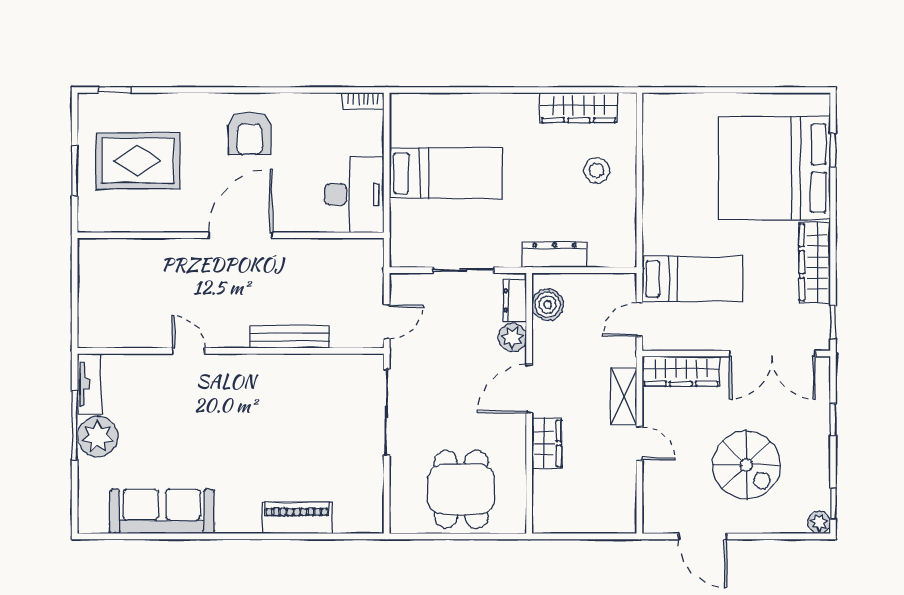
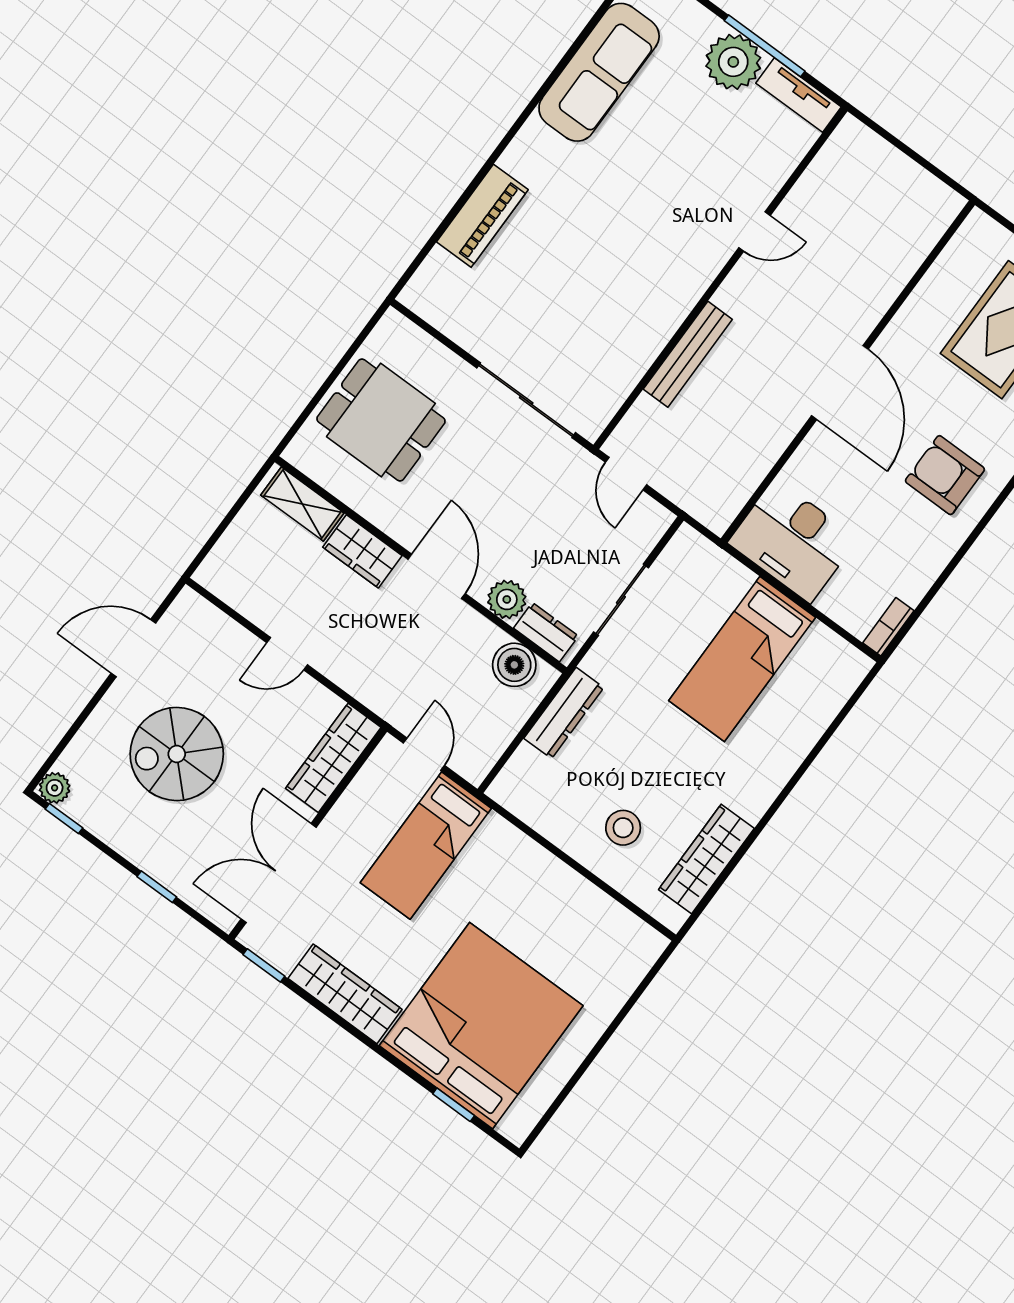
shelving: (624, 396) -> (302, 504), moved

